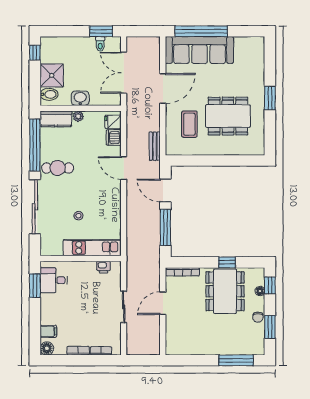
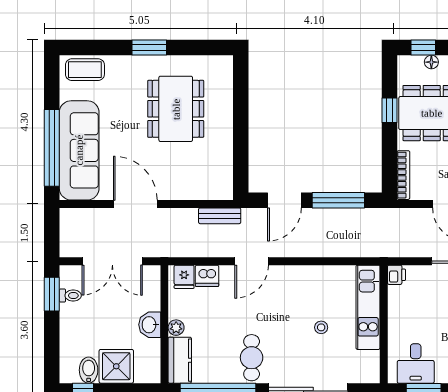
bidet: (49, 94) -> (89, 370), moved
coffee table: (189, 124) -> (85, 70), moved
printer: (103, 267) -> (396, 275), moved

